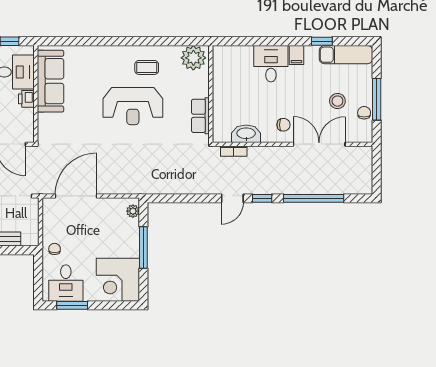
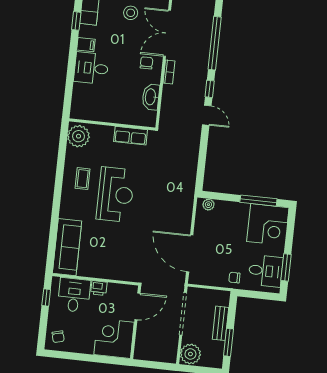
sofa: (50, 81) -> (67, 247), moved, turned 90
bookcase: (234, 151) -> (169, 72), moved
window: (143, 247) -> (258, 201), moved

